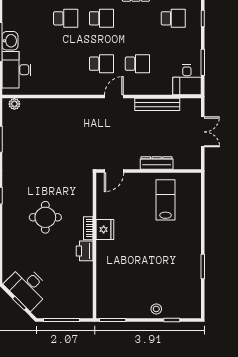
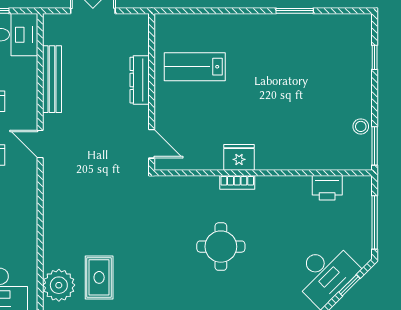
plant: (14, 104) -> (59, 285), width x1.87, depth x1.87
rug: (25, 136) -> (99, 277), added
printer: (85, 251) -> (327, 188), moved
stool: (156, 309) -> (361, 126), moved

